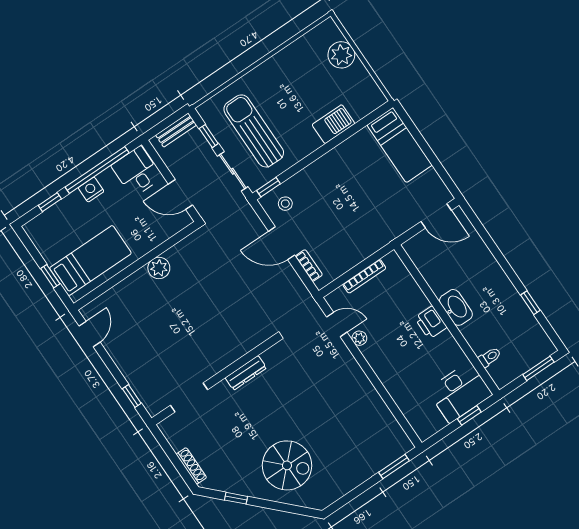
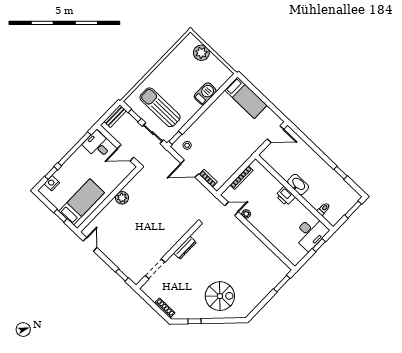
nightstand: (91, 190) -> (52, 183), moved

